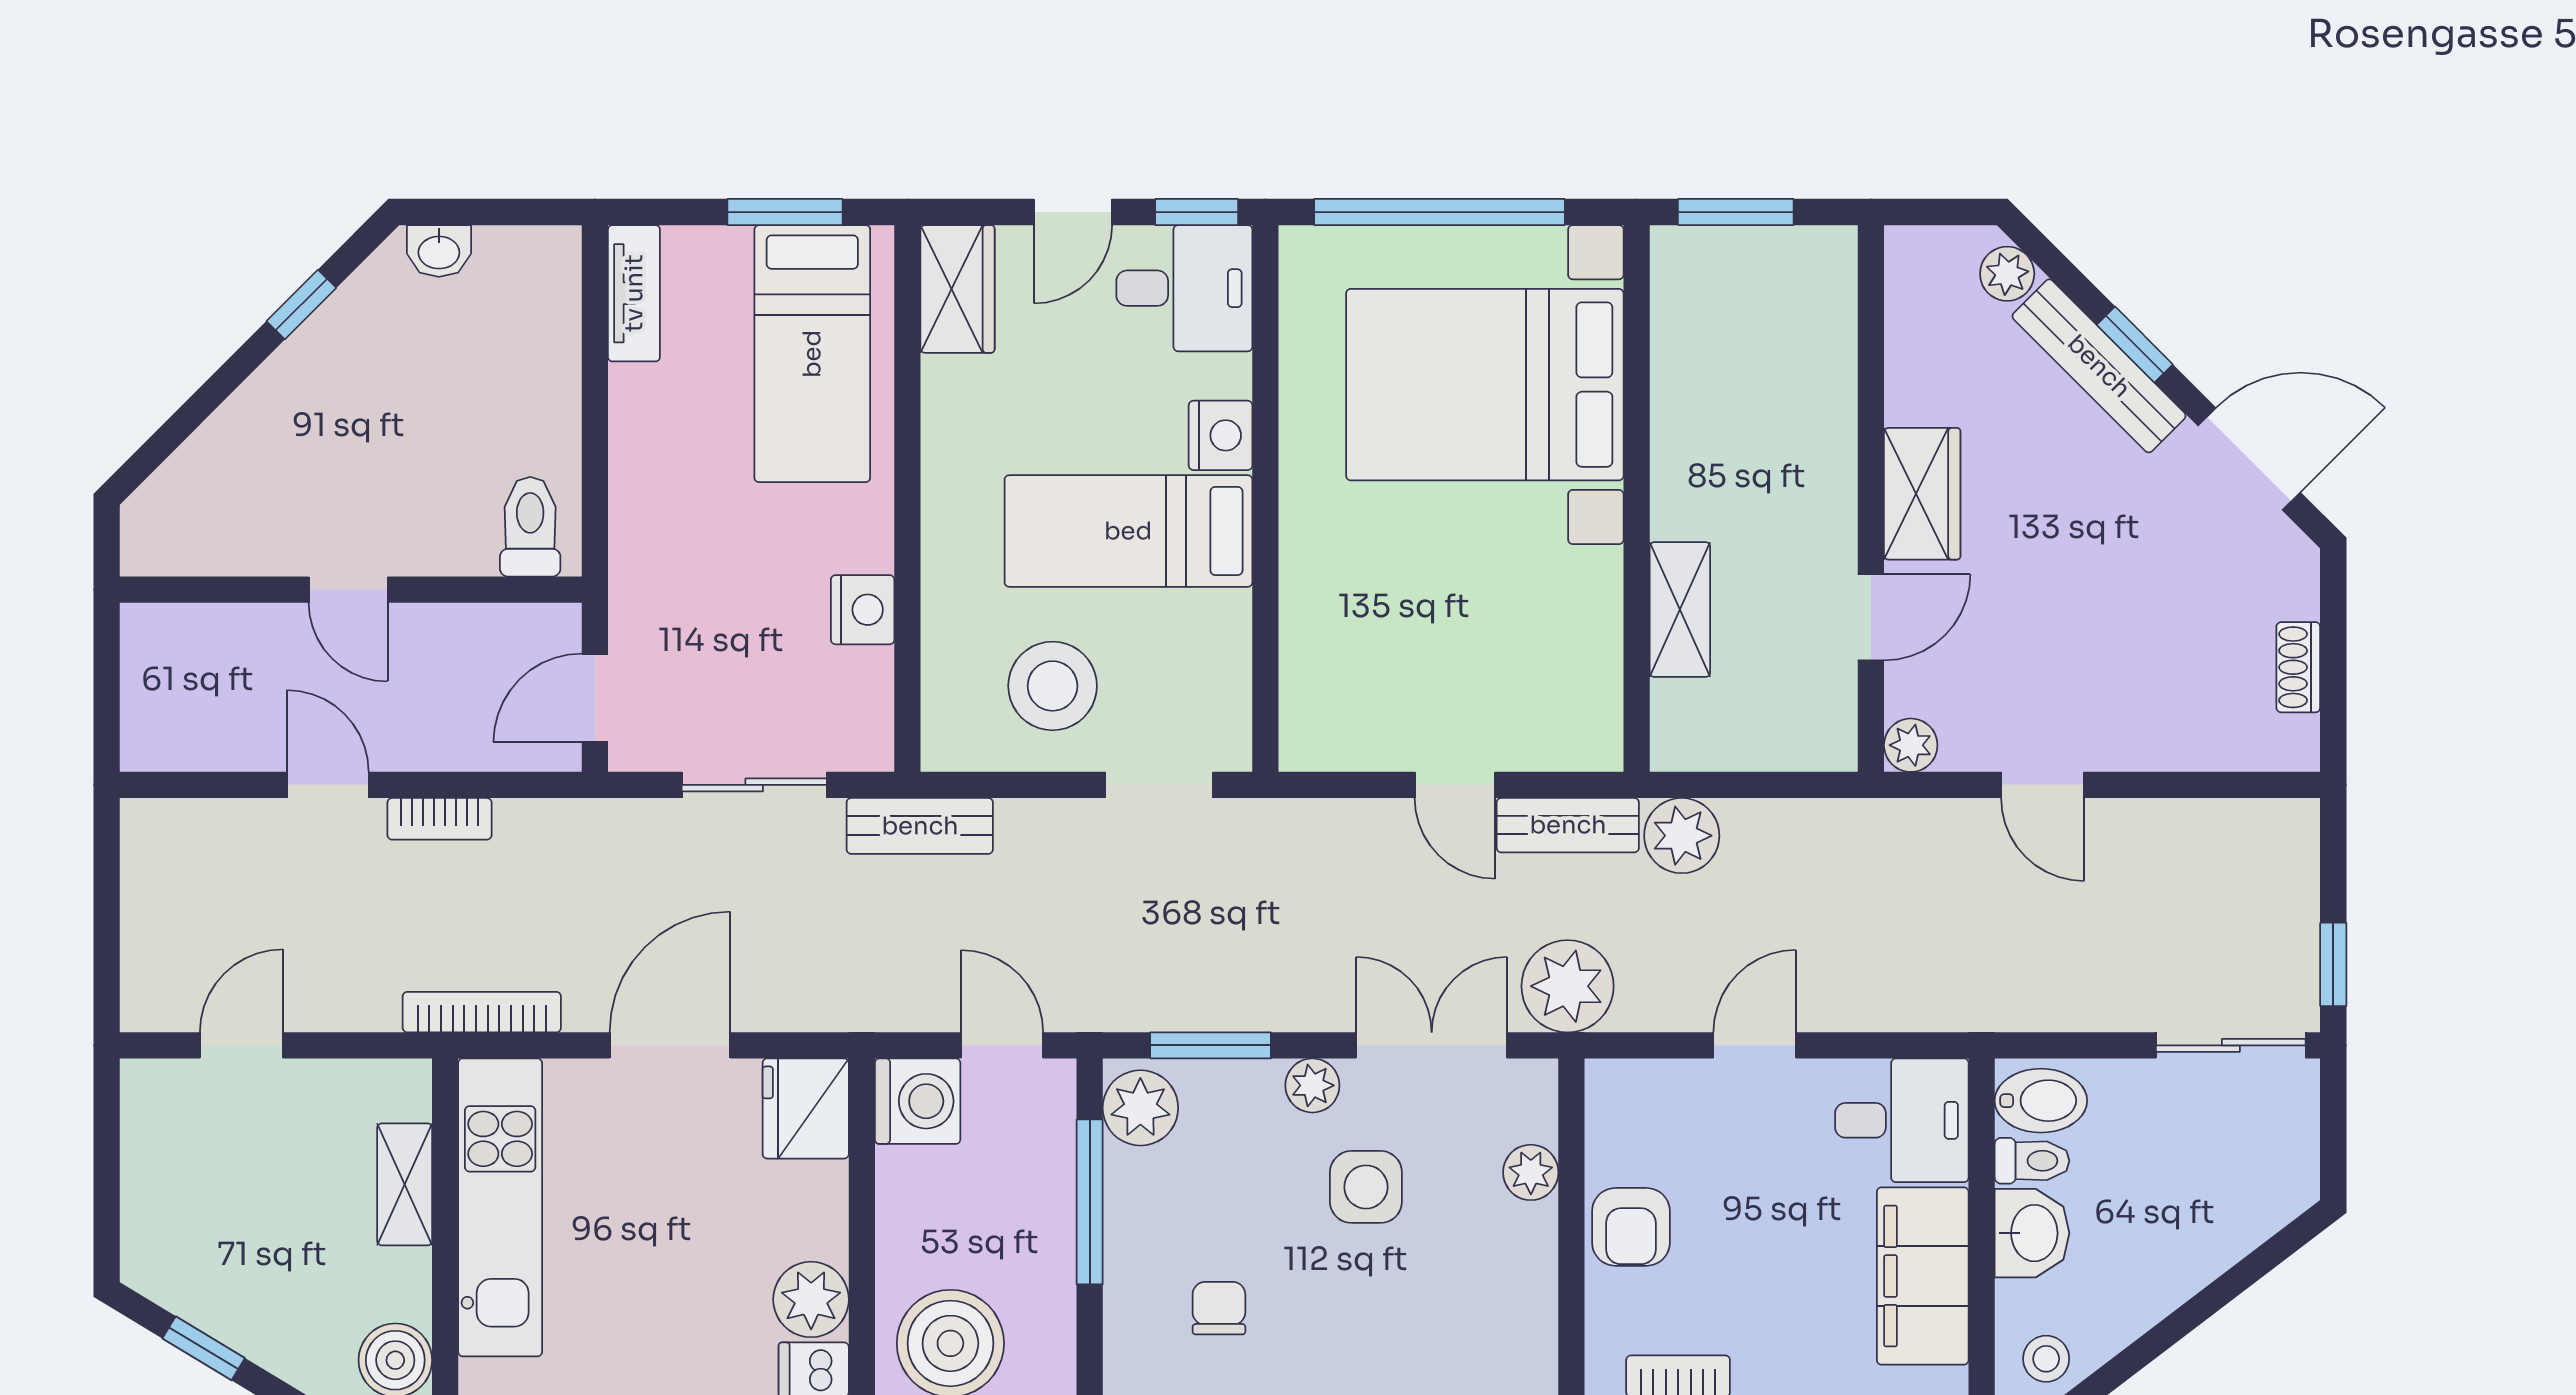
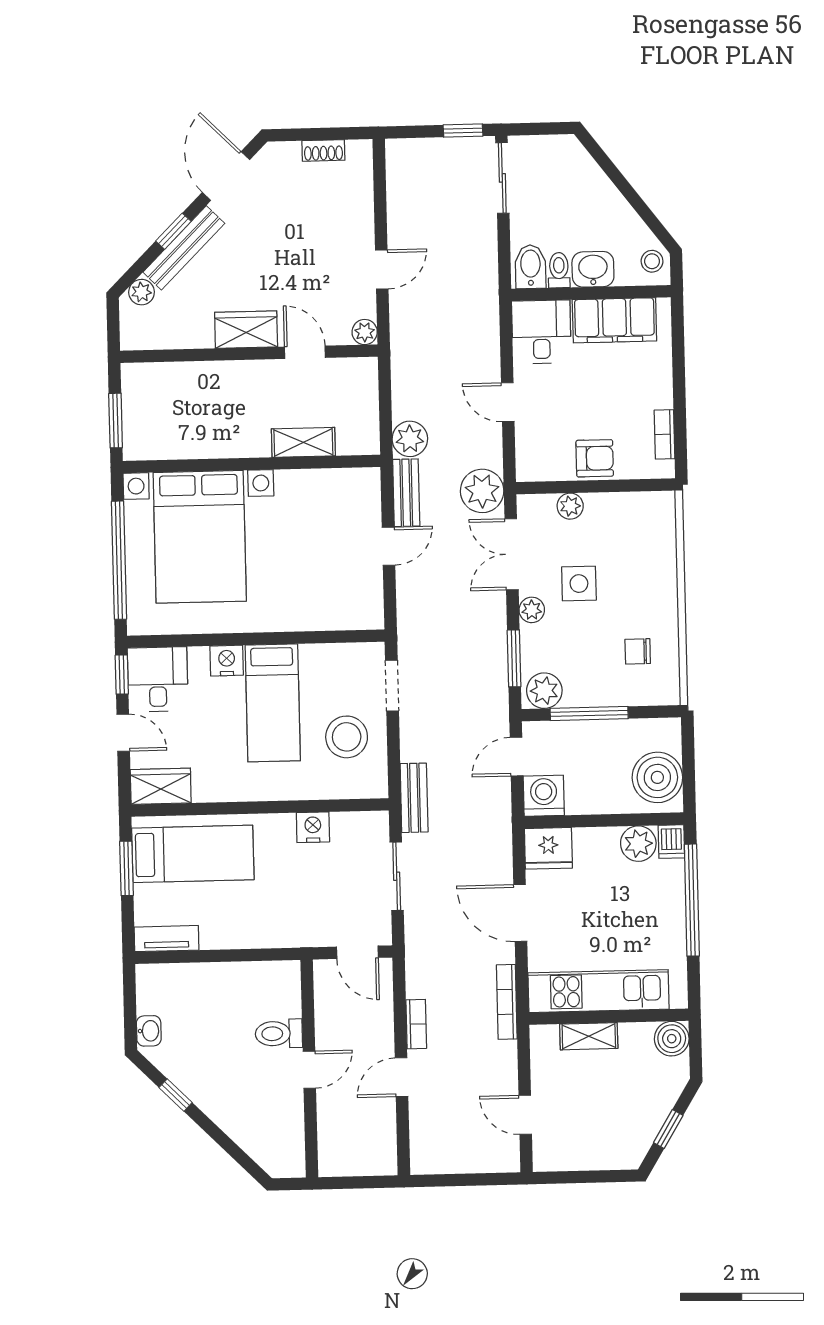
toilet: (530, 527) -> (279, 1034), moved

